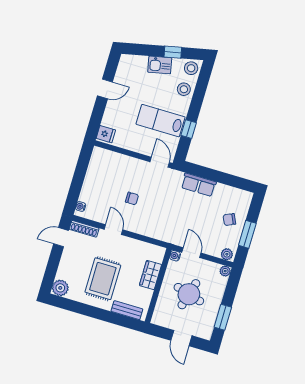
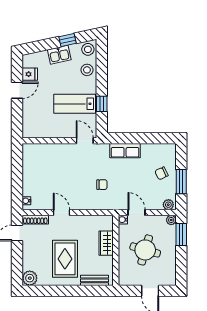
fridge: (106, 134) -> (30, 74), moved
chair: (132, 198) -> (102, 185), moved
window: (223, 317) -> (181, 234), moved

